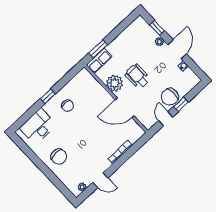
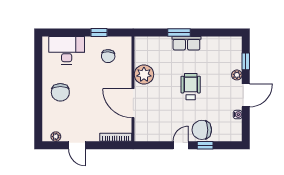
row of seats: (99, 61) -> (186, 43), moved
plant: (115, 83) -> (144, 75), moved
wall: (116, 99) -> (133, 89), moved
door: (125, 108) -> (133, 103), moved

